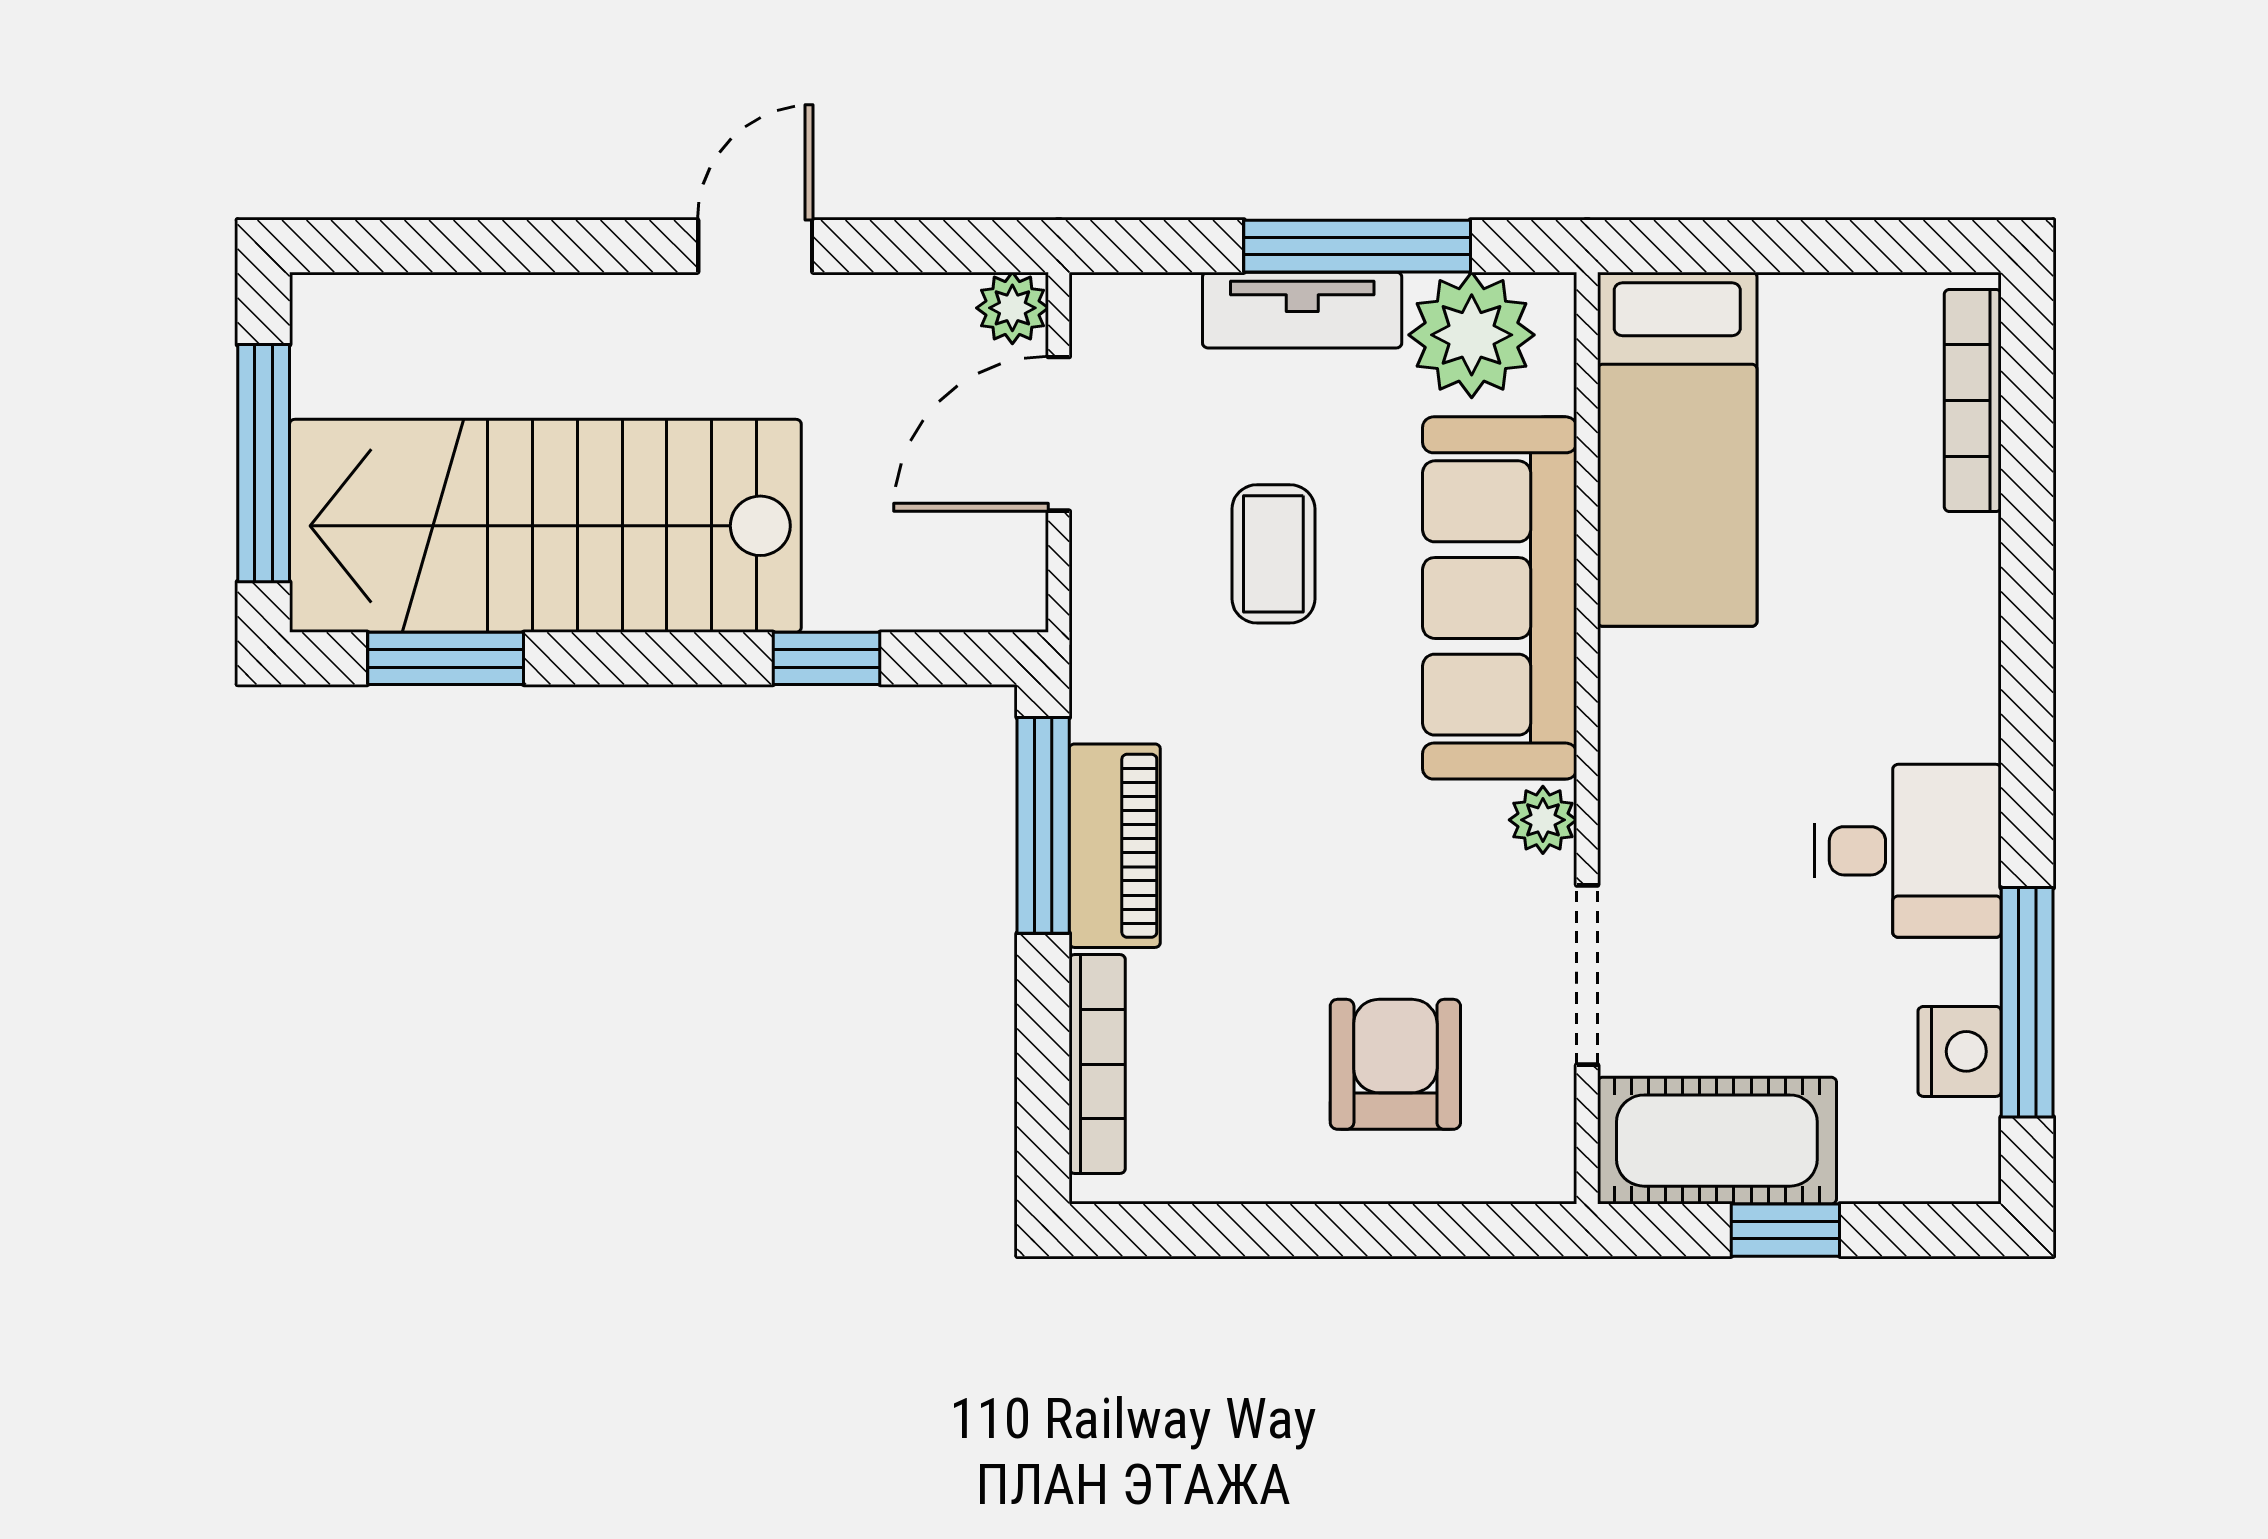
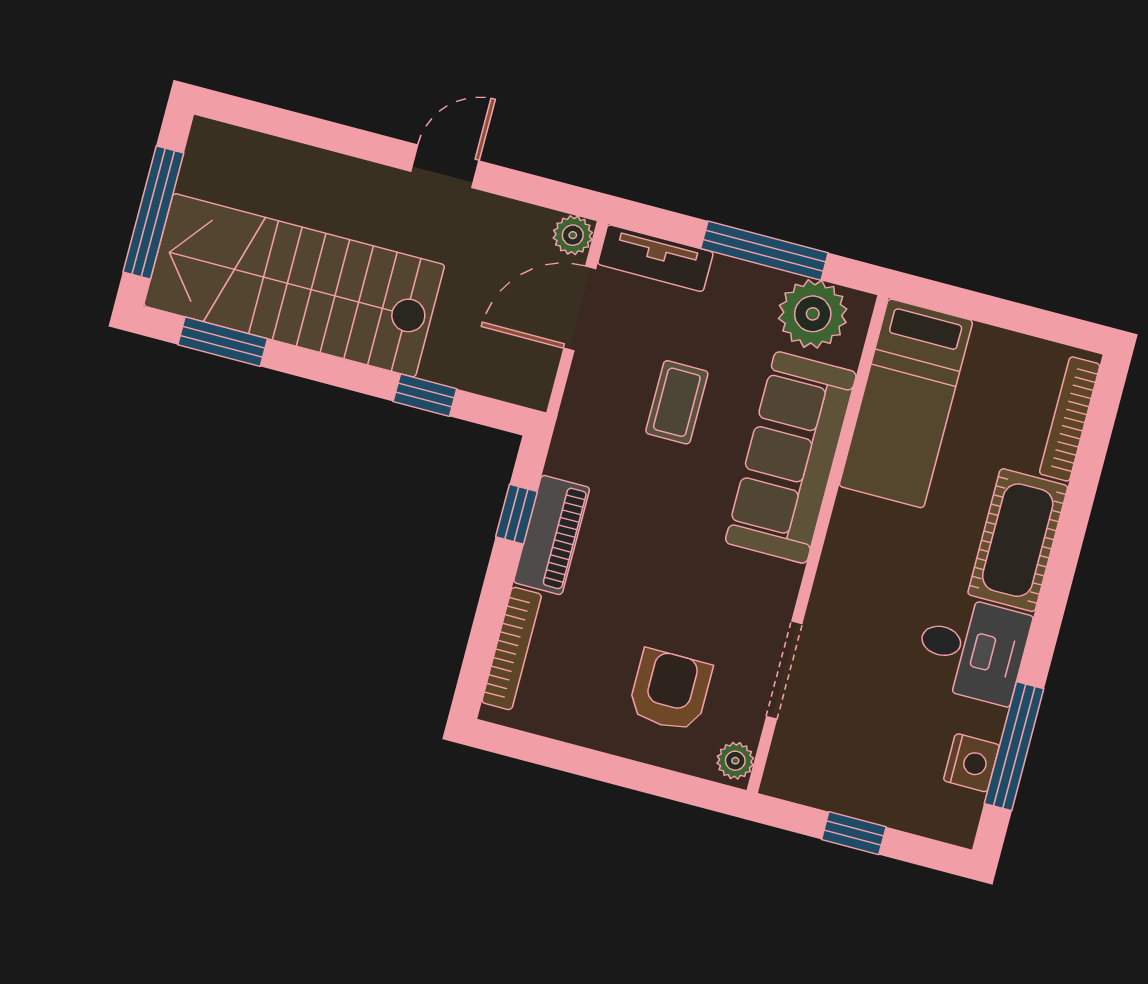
tv unit: (1302, 310) -> (655, 258), moved
plant: (1543, 820) -> (735, 761), moved
window: (1043, 825) -> (516, 514), width x0.46
cot: (1717, 1141) -> (1018, 540), moved, turned 90

